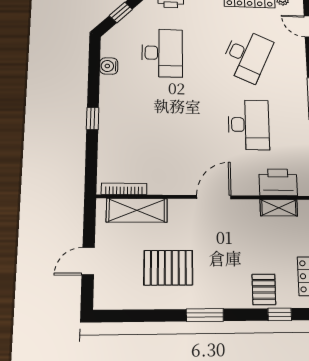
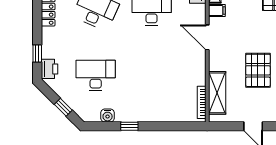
window: (93, 118) -> (129, 126), moved
filing cabinet: (251, 211) -> (217, 10), added

